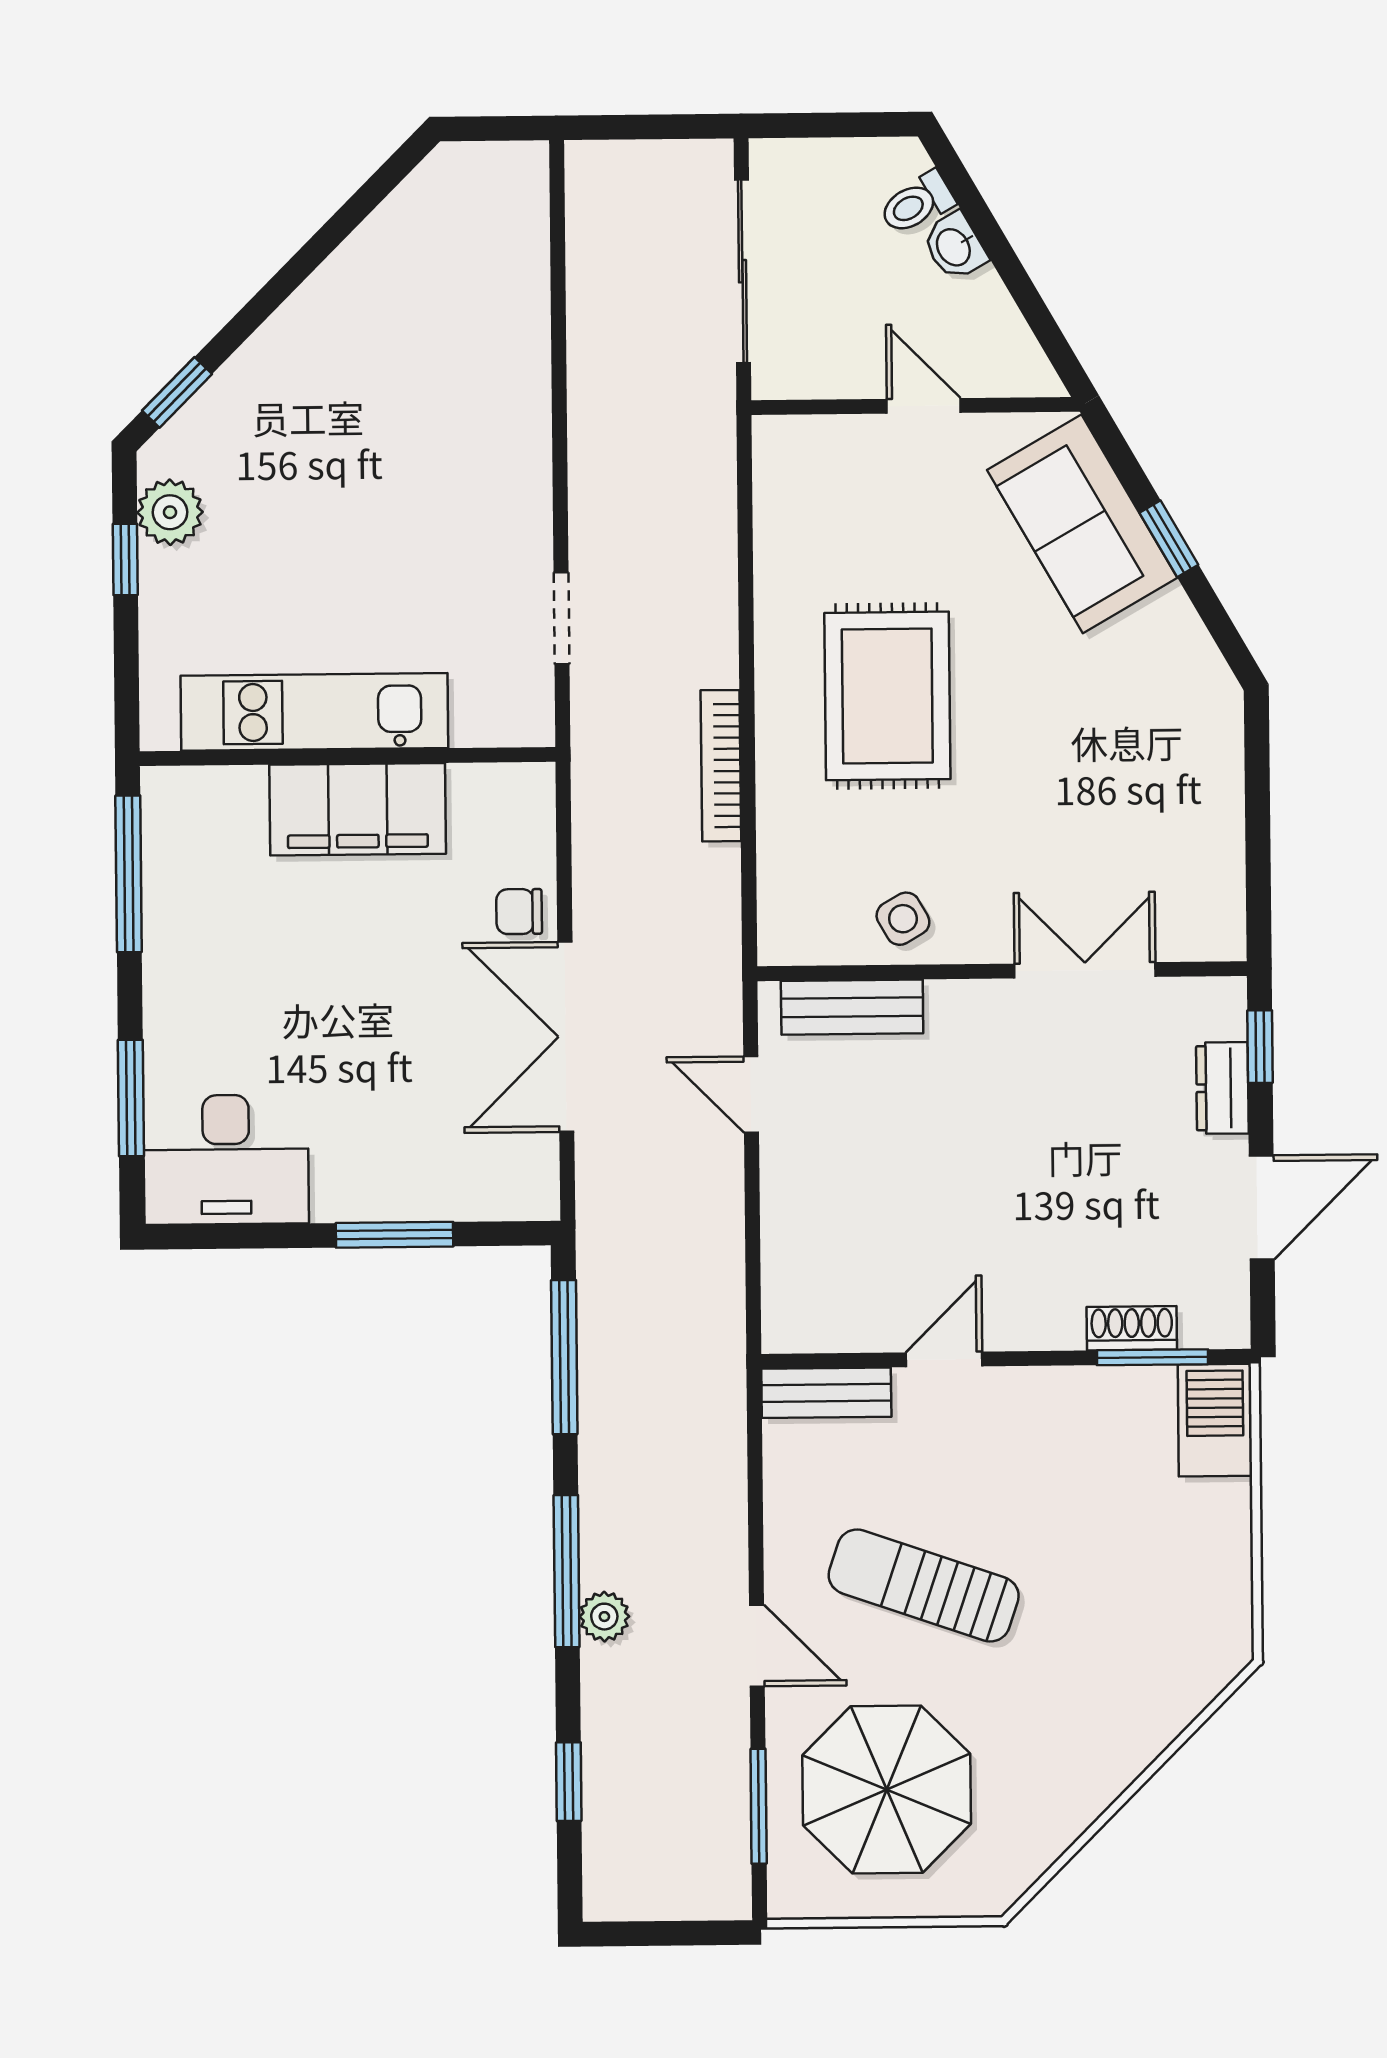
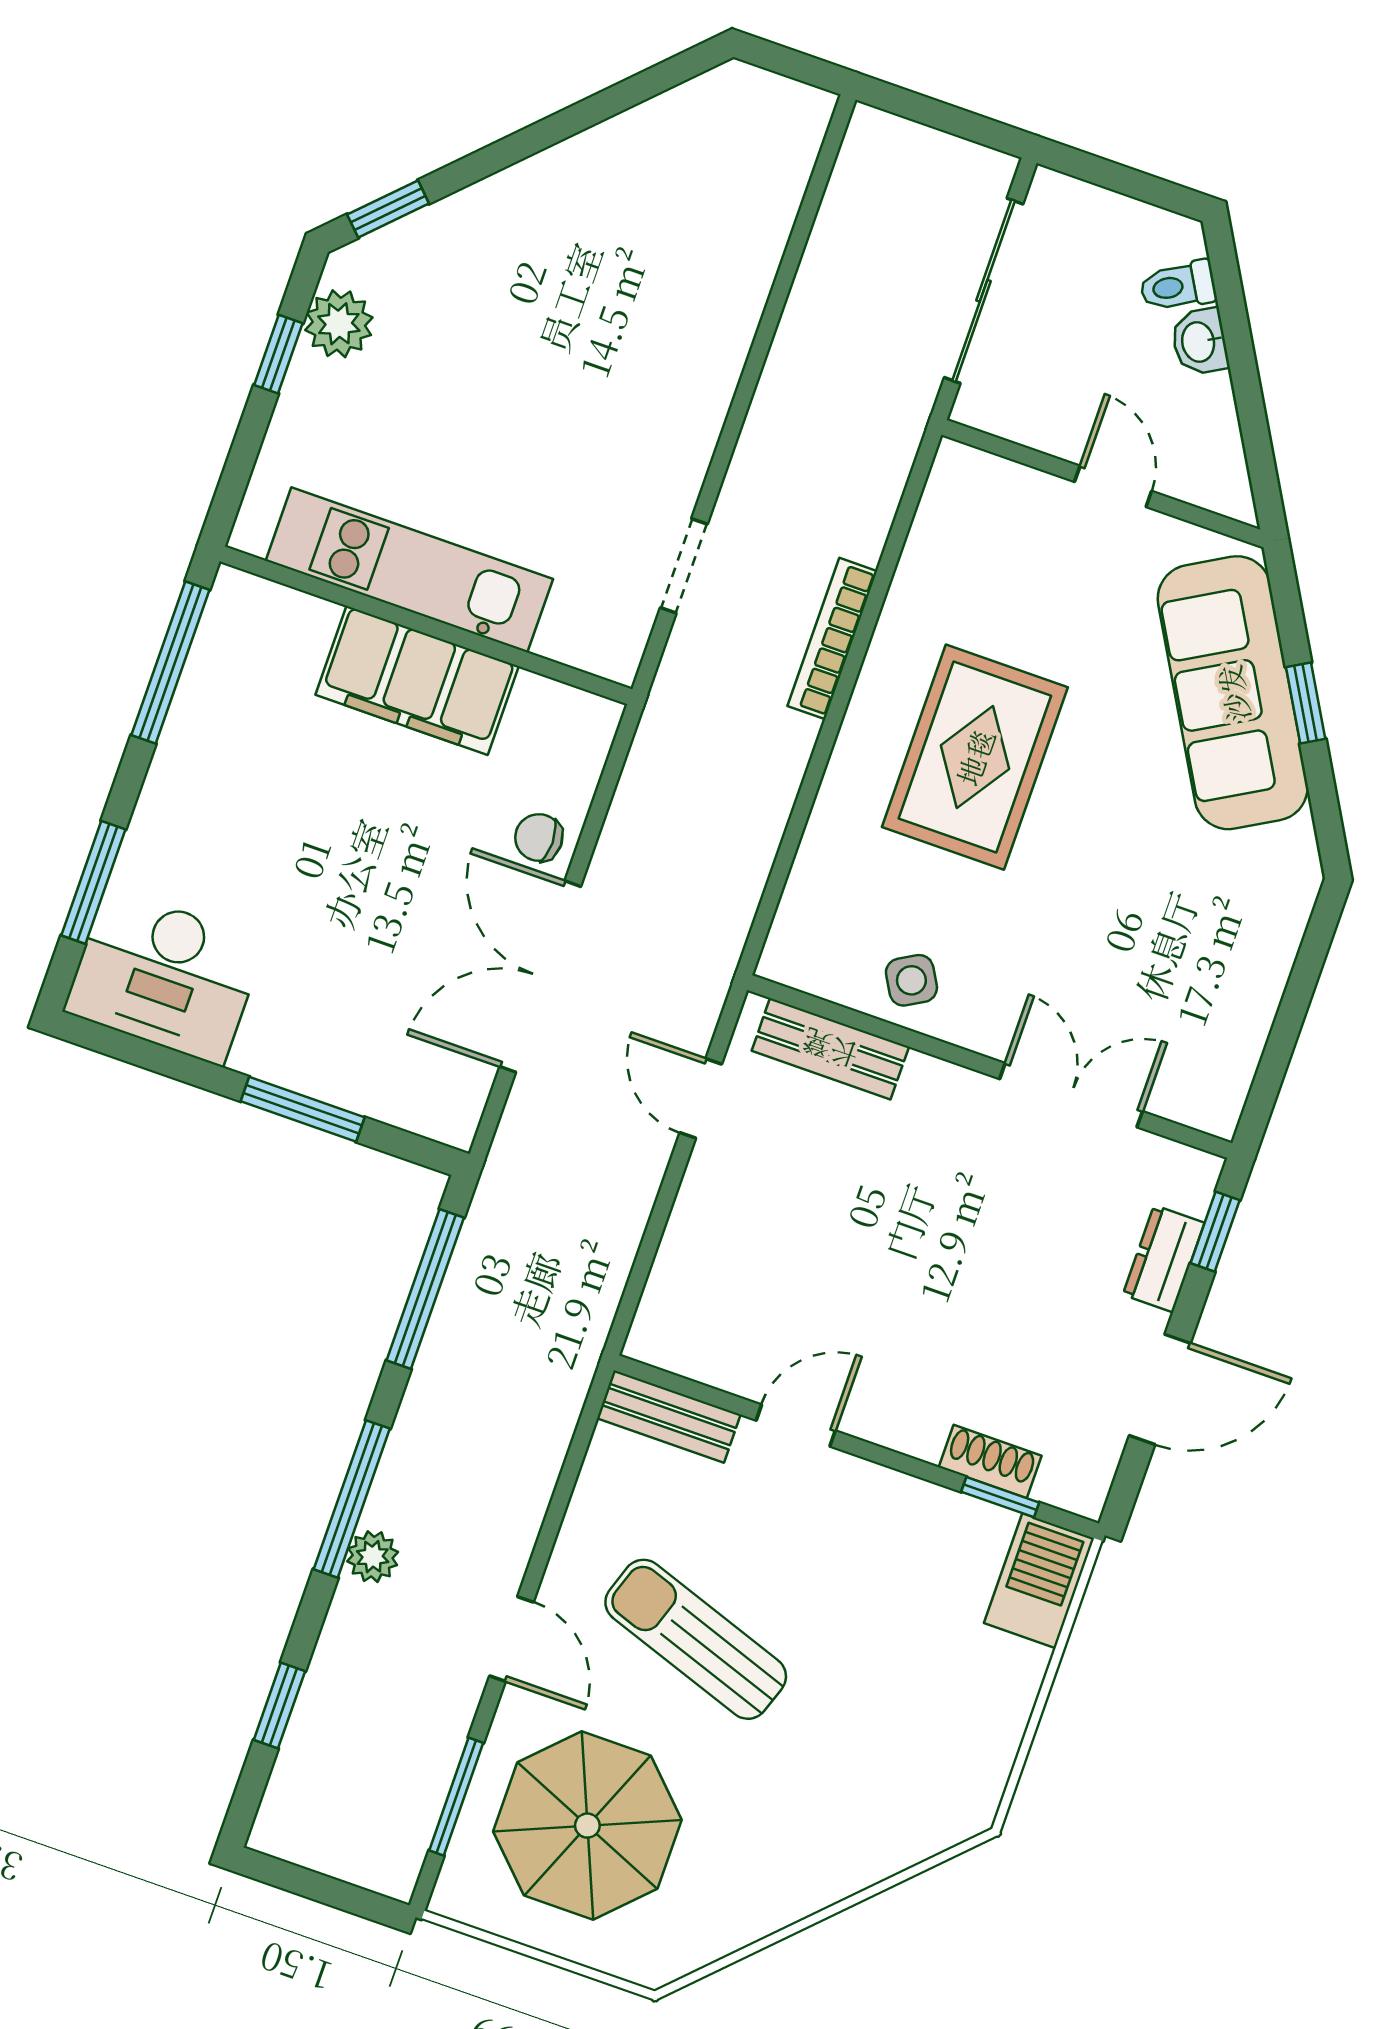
sofa: (1082, 524) -> (1233, 693), width x1.36
bookcase: (721, 766) -> (832, 639), moved
window: (1153, 1357) -> (1000, 1497), width x0.67

